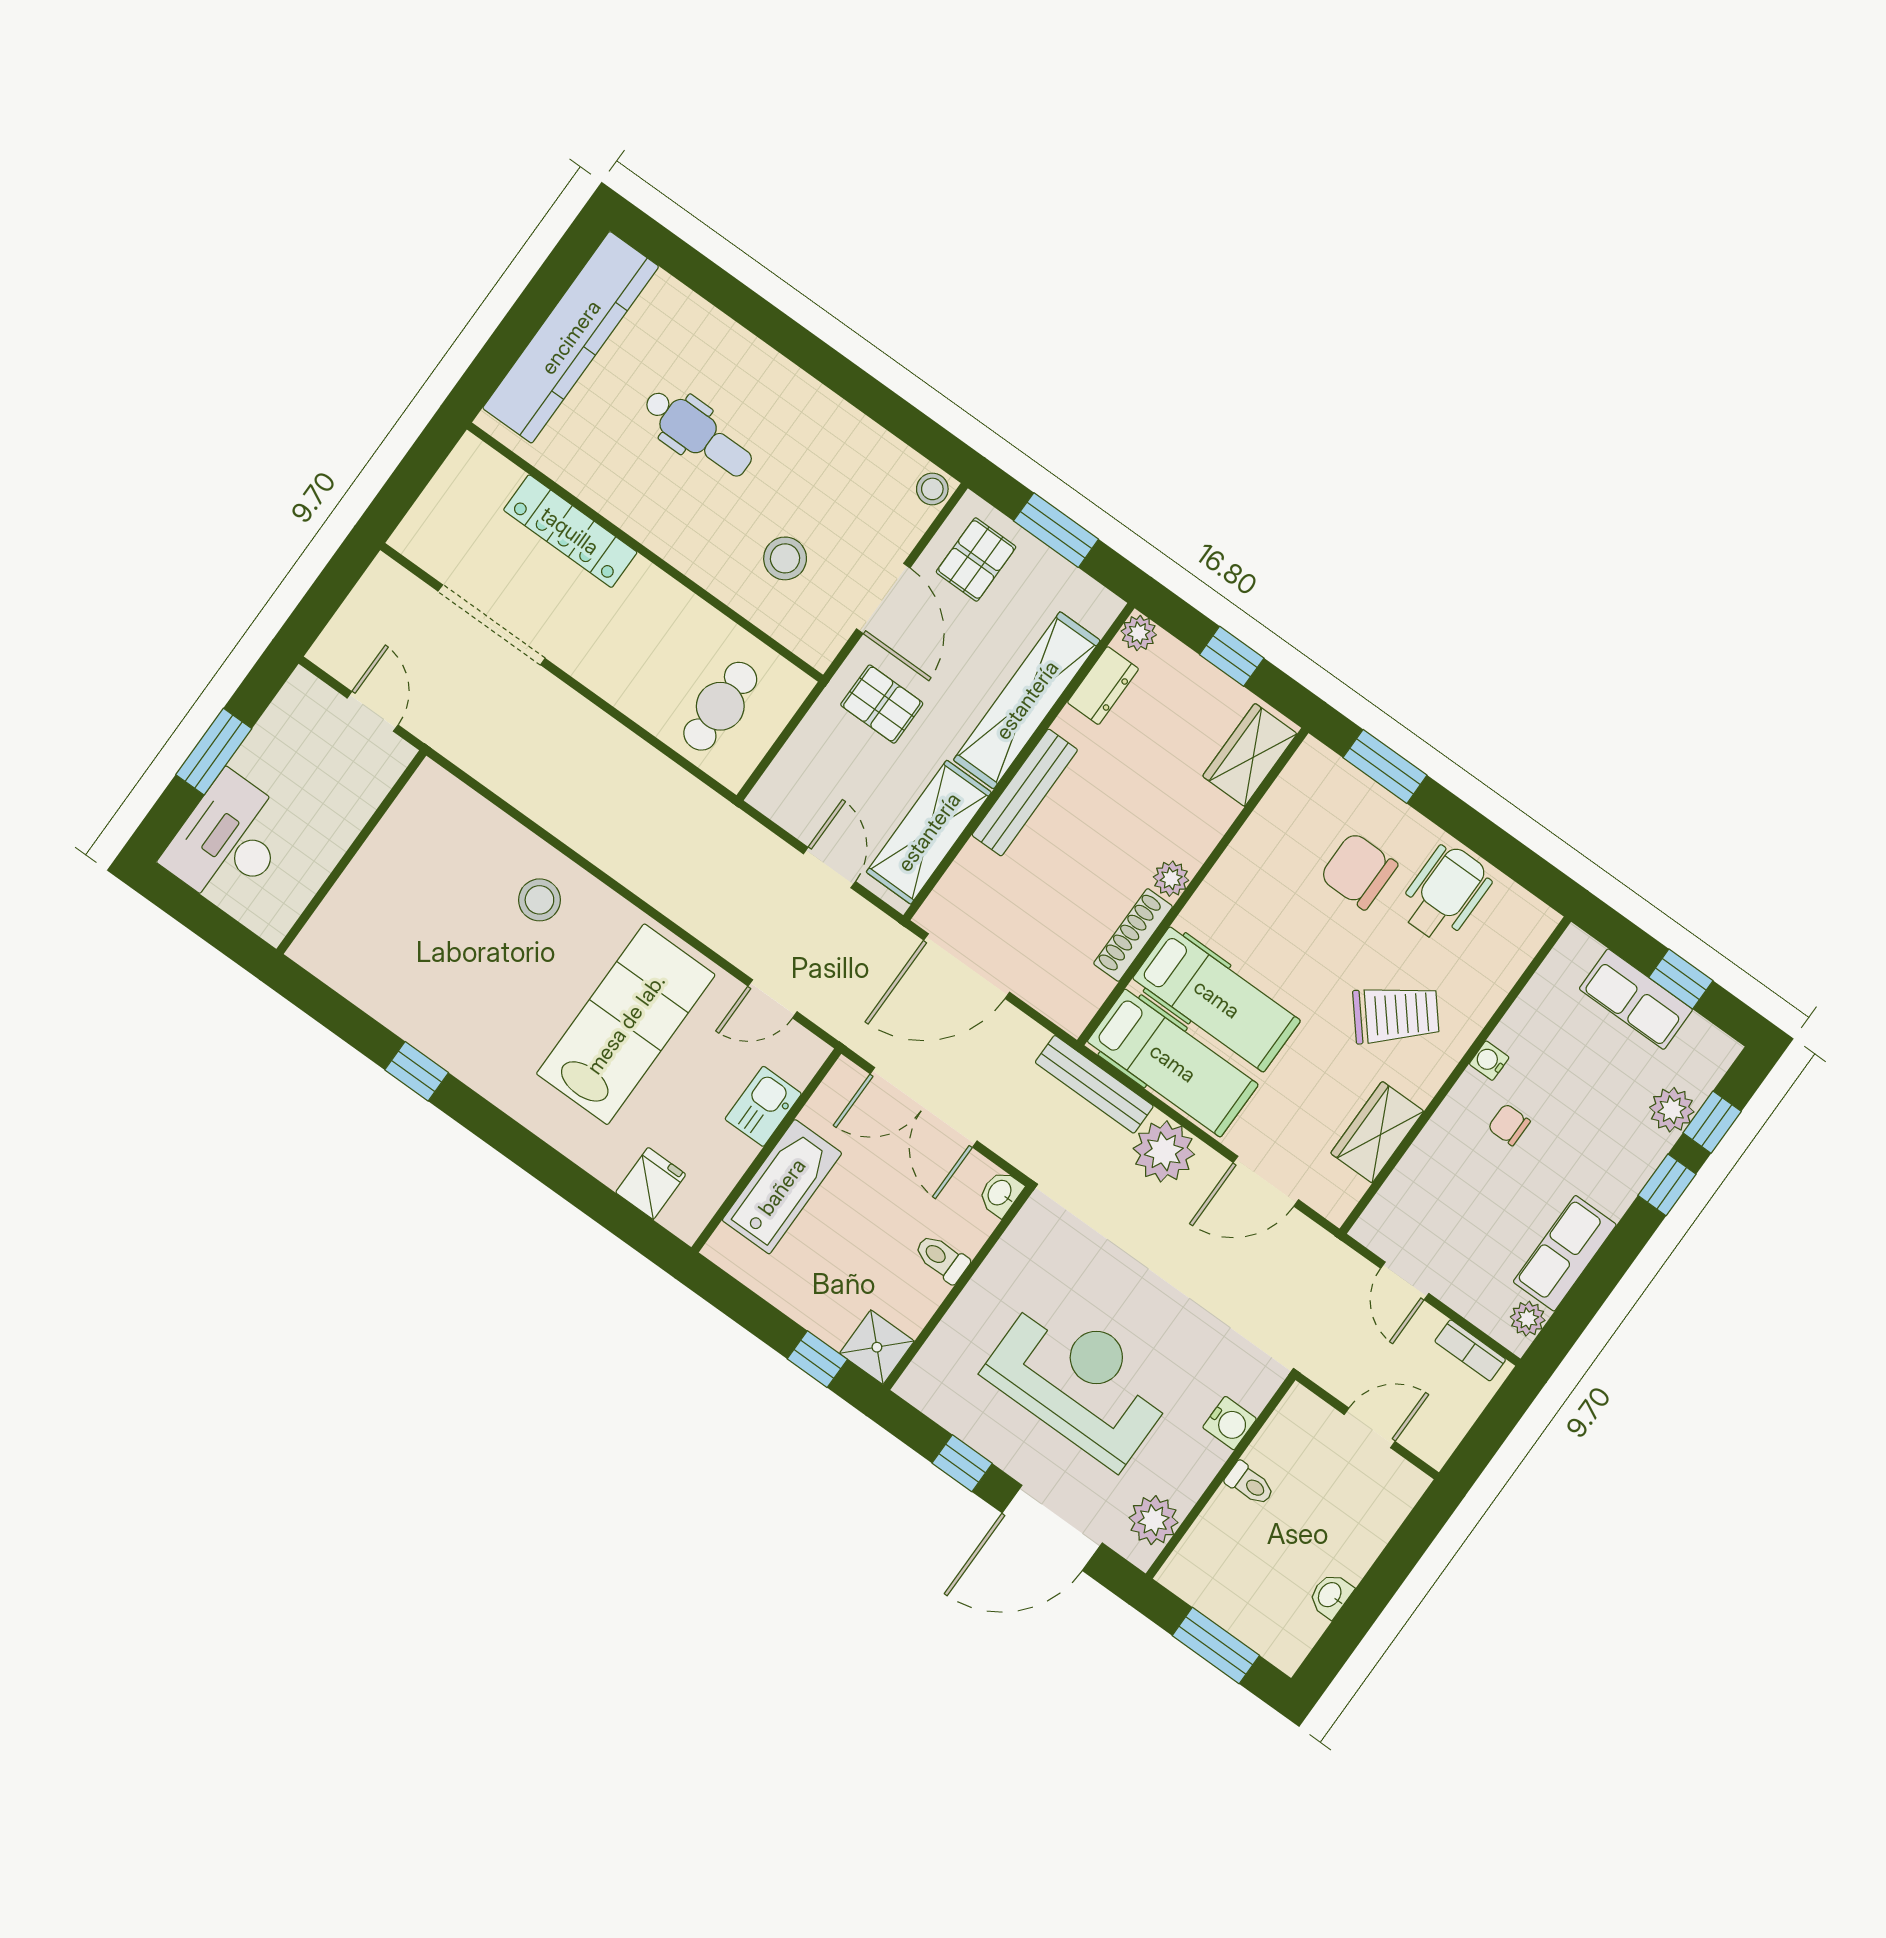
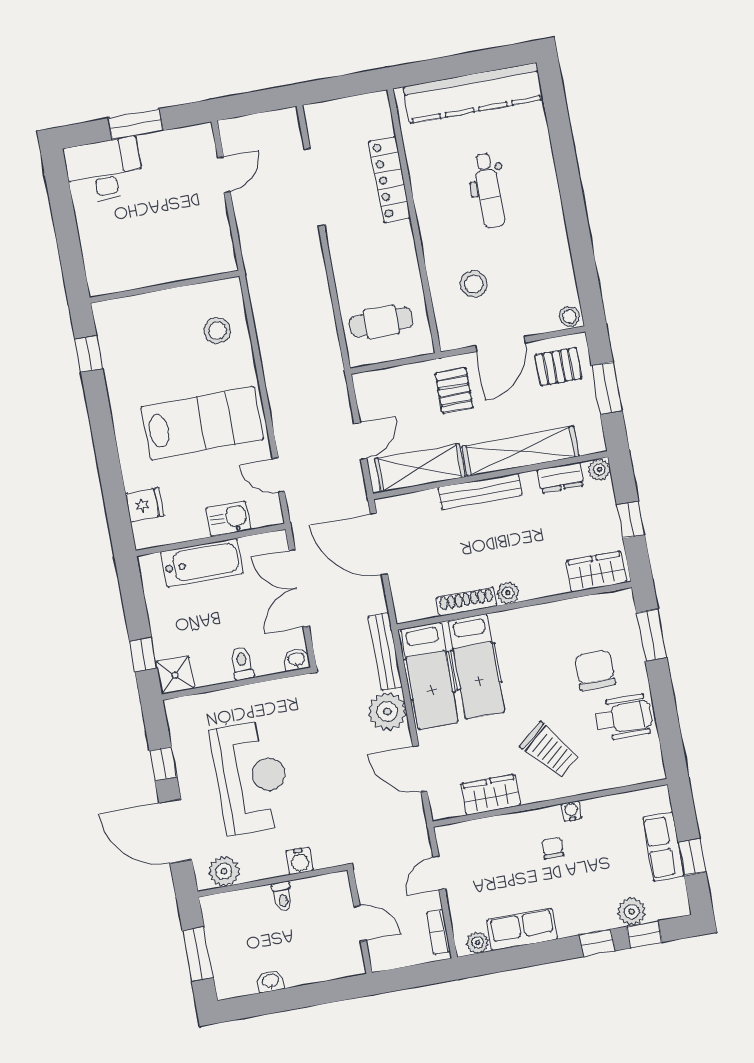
wall: (351, 852) -> (165, 287), moved

